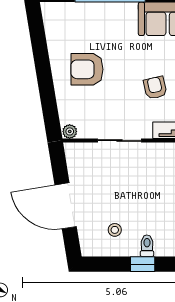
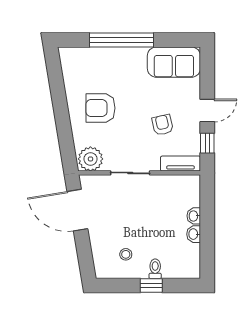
plant: (70, 131) -> (90, 159), width x1.88, depth x1.88
door: (66, 206) -> (77, 210), moved

